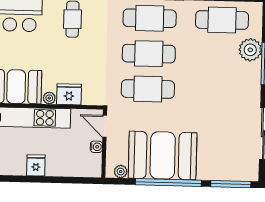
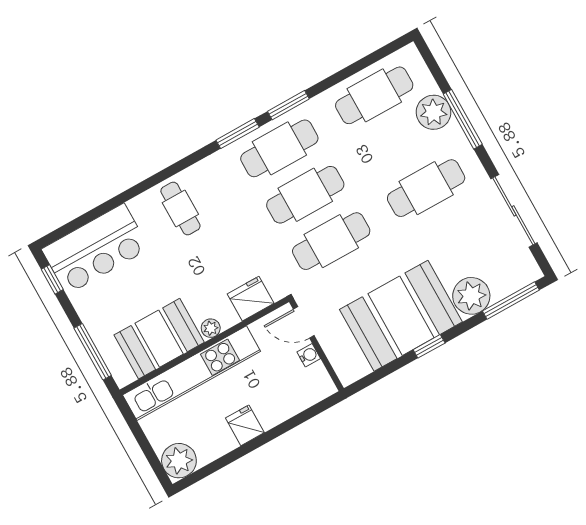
cafe table: (220, 91) -> (426, 188), added
fridge: (69, 94) -> (251, 299), moved
plant: (121, 172) -> (471, 296), moved, width x1.87, depth x1.87
window: (168, 183) -> (429, 346), width x0.32

